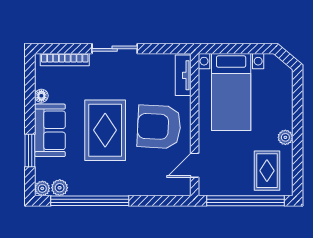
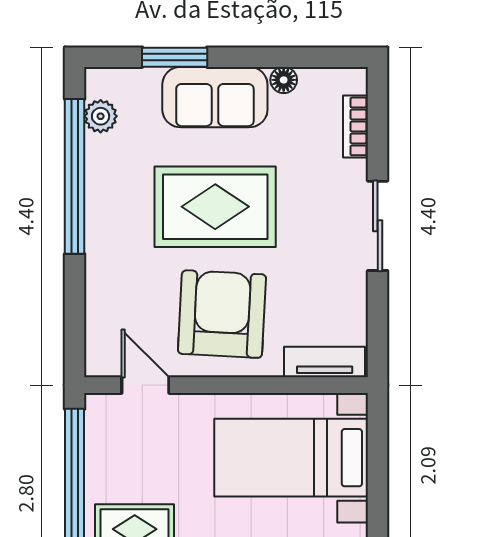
bookcase: (65, 60) -> (356, 126), width x0.64
plant: (42, 188) -> (99, 82), removed

